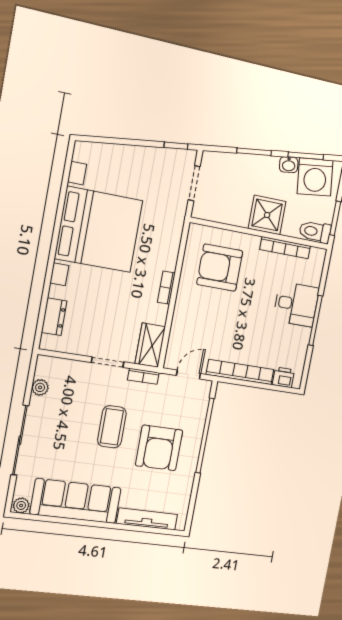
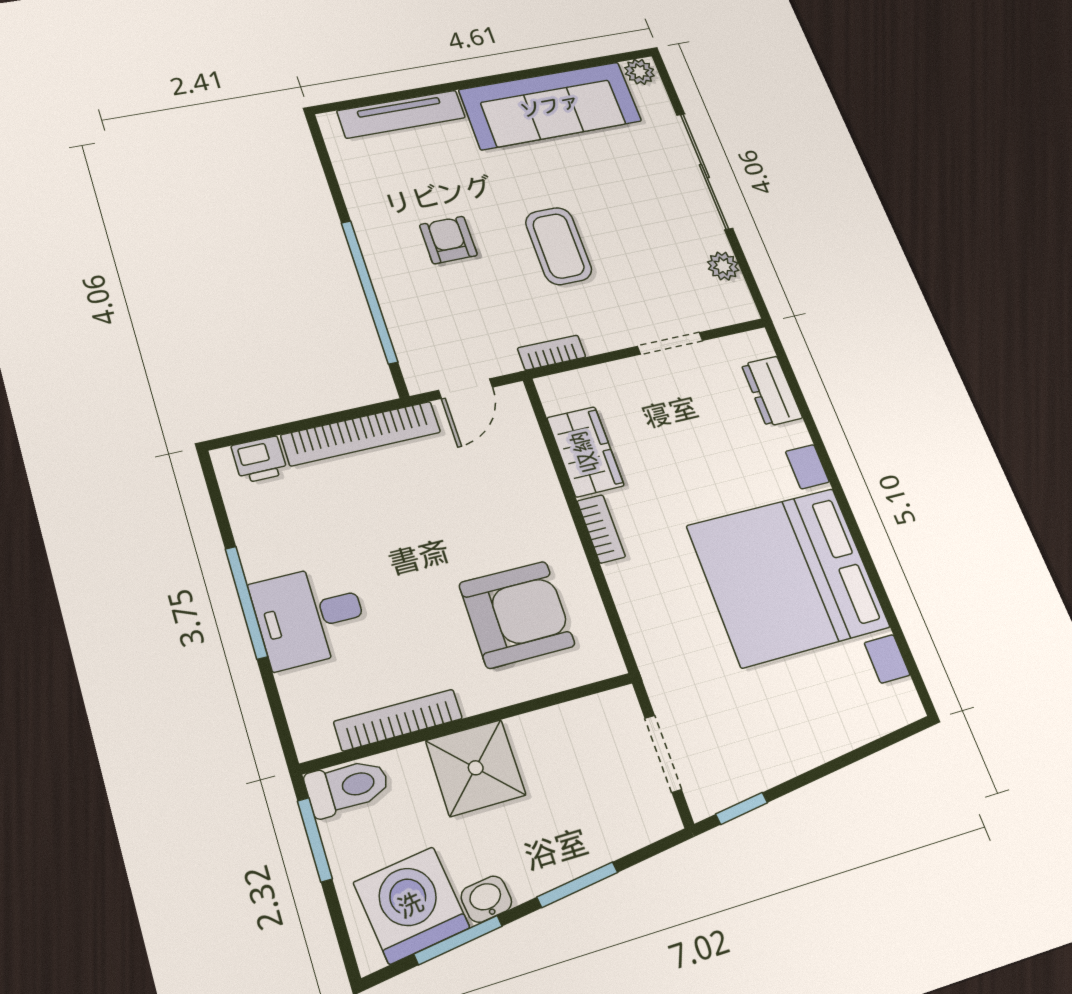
wardrobe: (150, 345) -> (585, 452), moved
doorway: (108, 362) -> (670, 343), moved
armchair: (159, 448) -> (448, 240), width x0.53, depth x0.53

